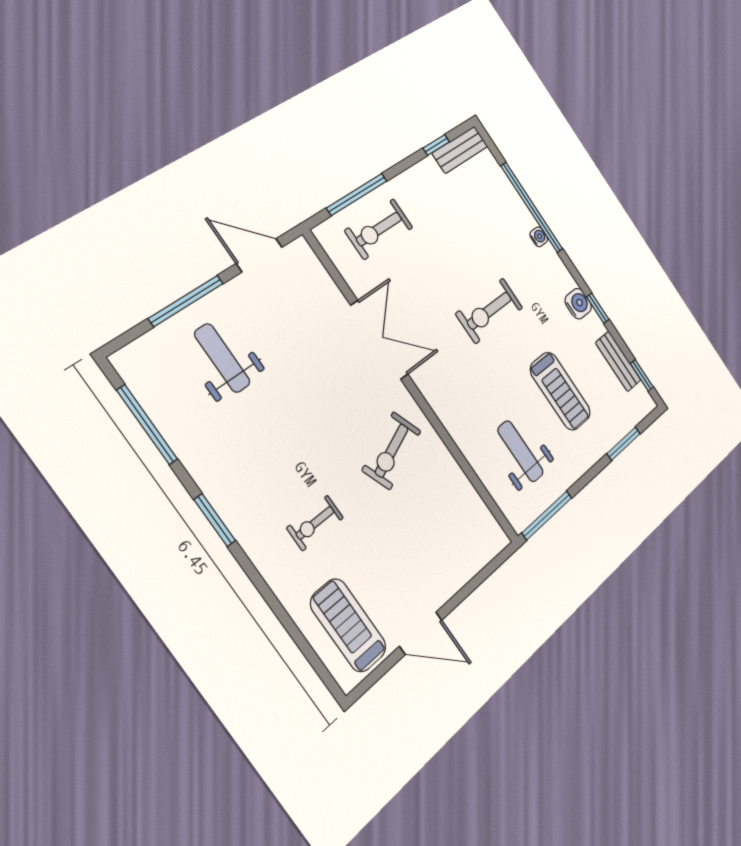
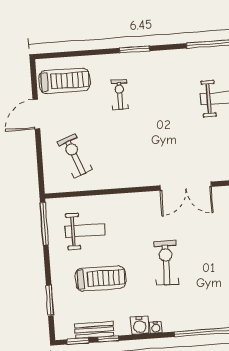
water cooler: (539, 237) -> (156, 327), moved
window: (598, 308) -> (108, 339), moved
treadmill: (560, 391) -> (101, 278), turned 180
exercise bike: (392, 451) -> (75, 156), moved
window: (215, 520) -> (135, 49), moved

